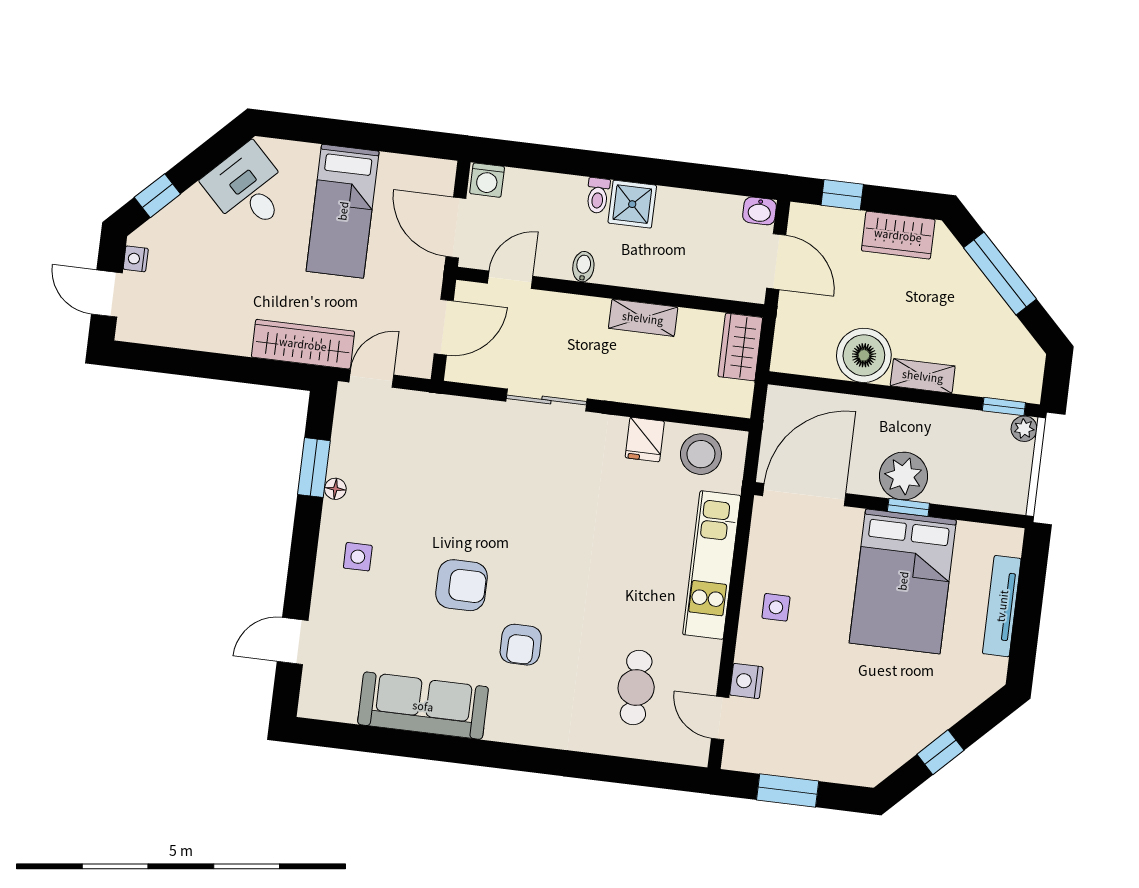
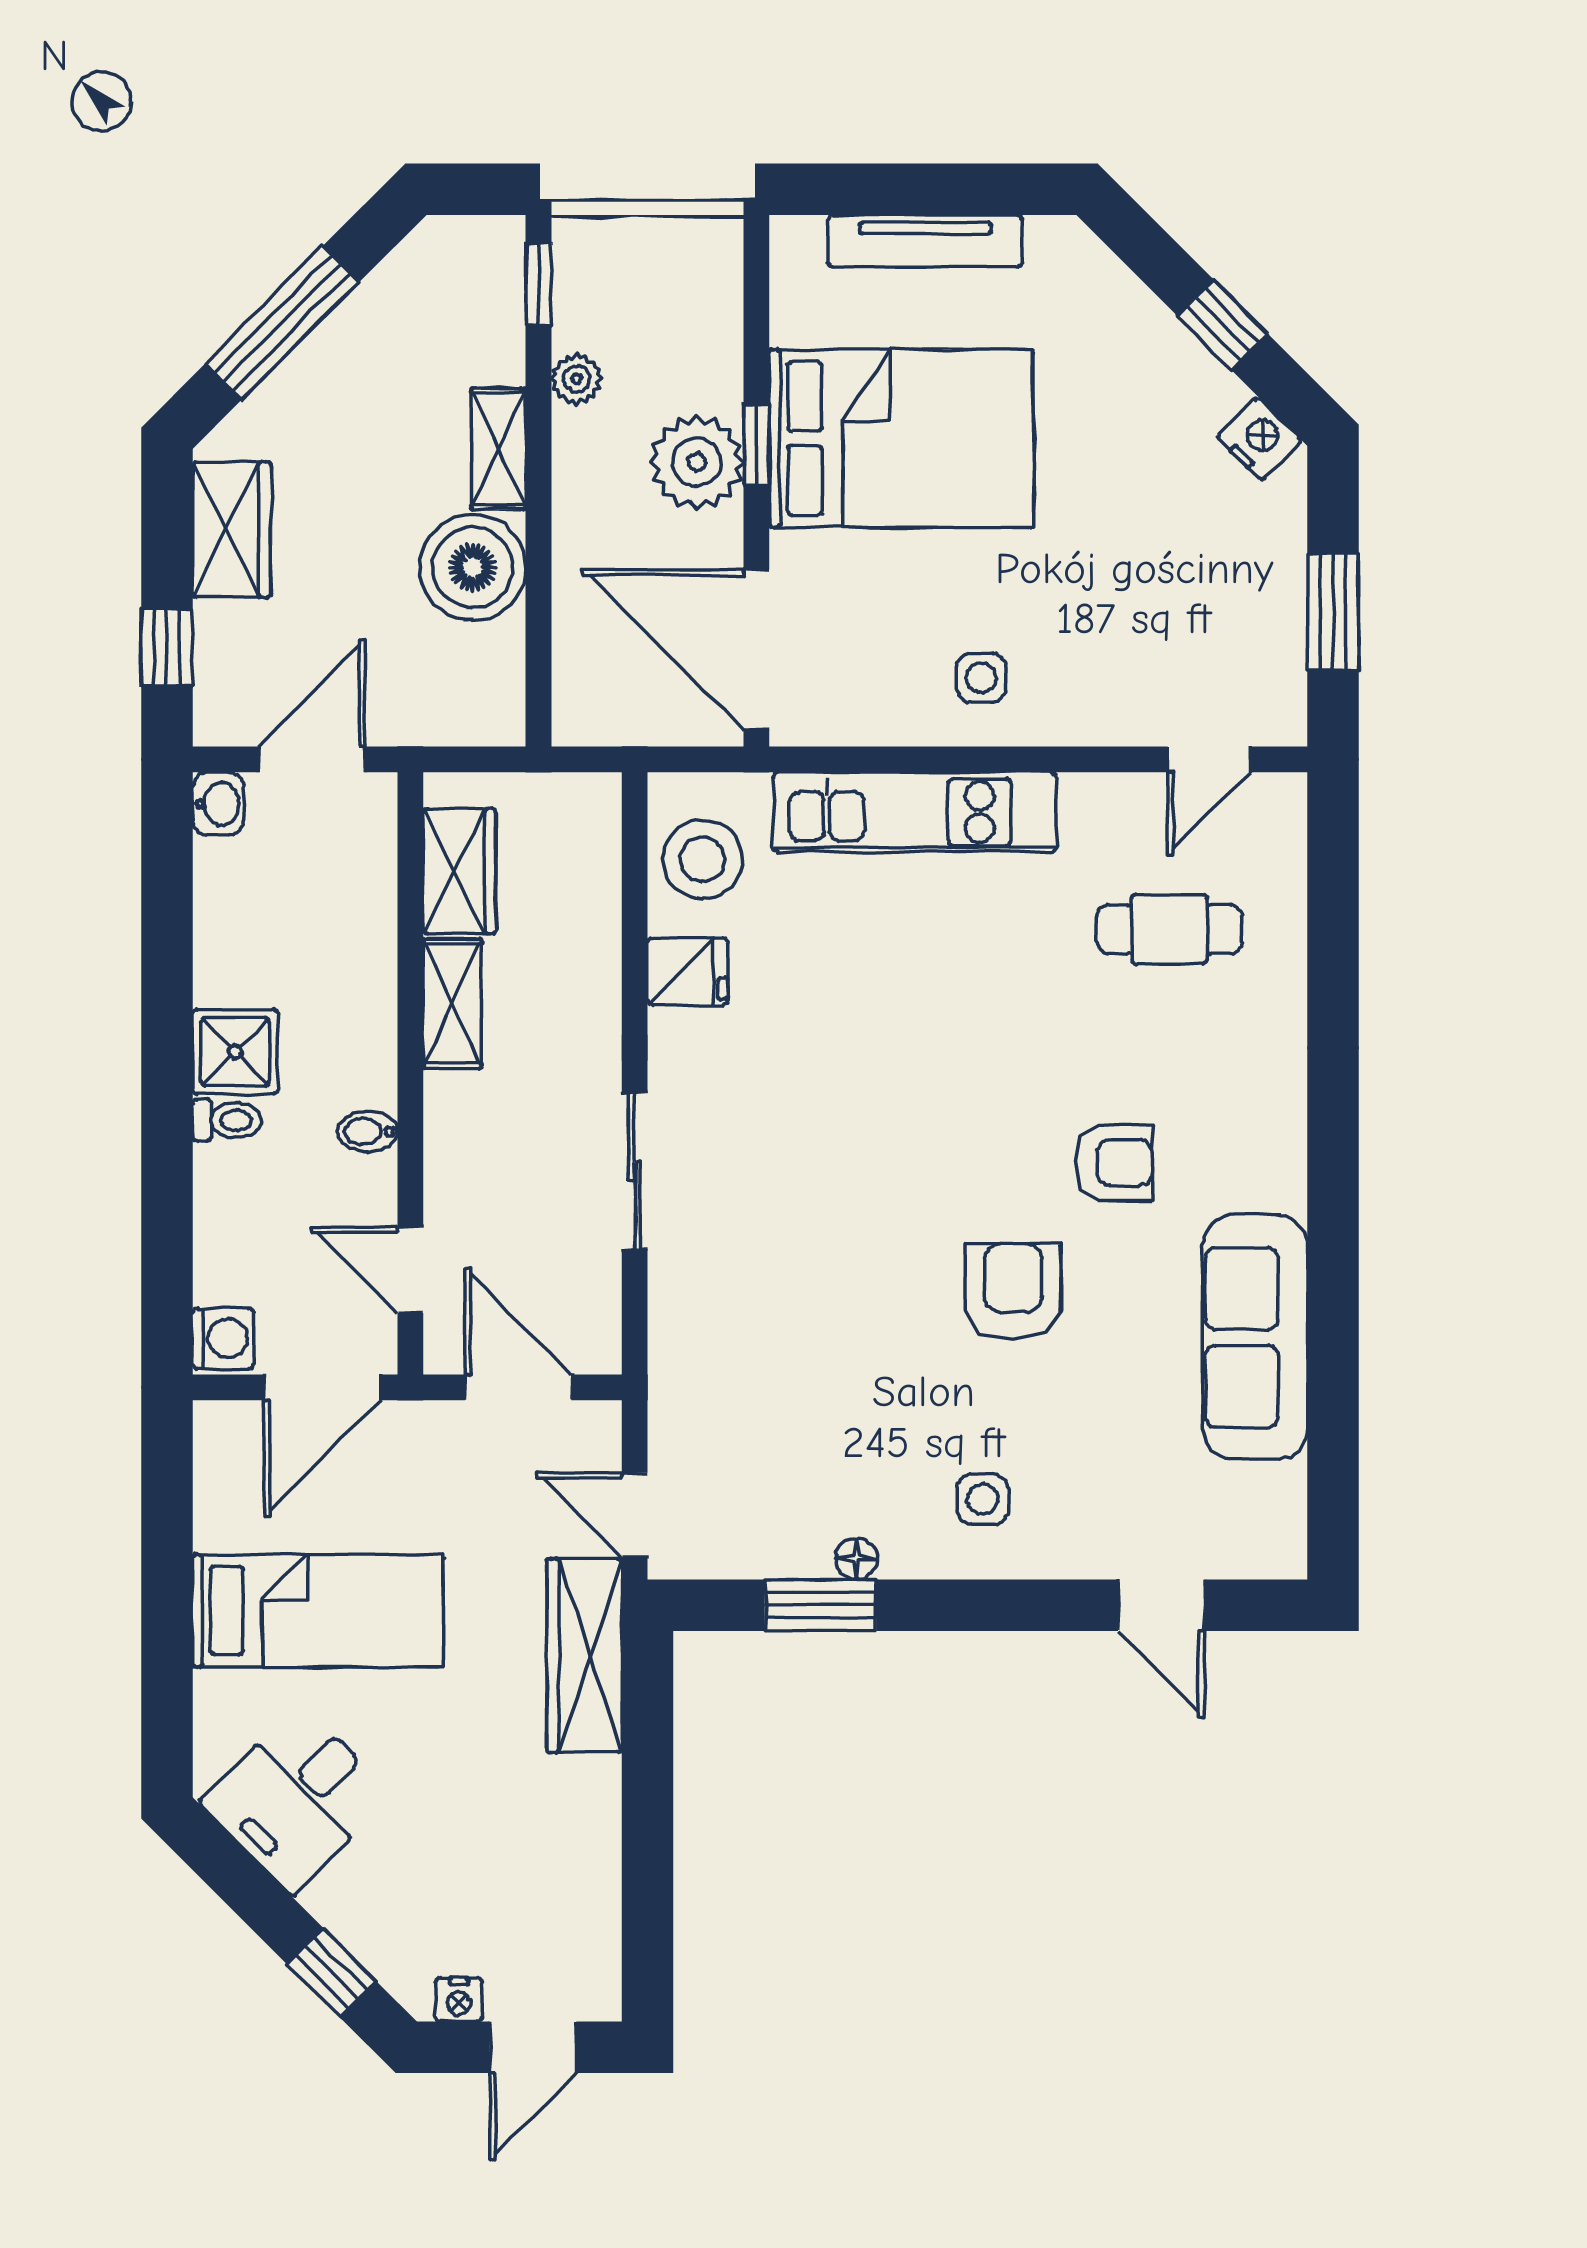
wardrobe: (740, 347) -> (460, 871), moved, turned -90
plant: (1024, 429) -> (576, 379), moved
nightstand: (746, 681) -> (1259, 439), moved, turned -135

